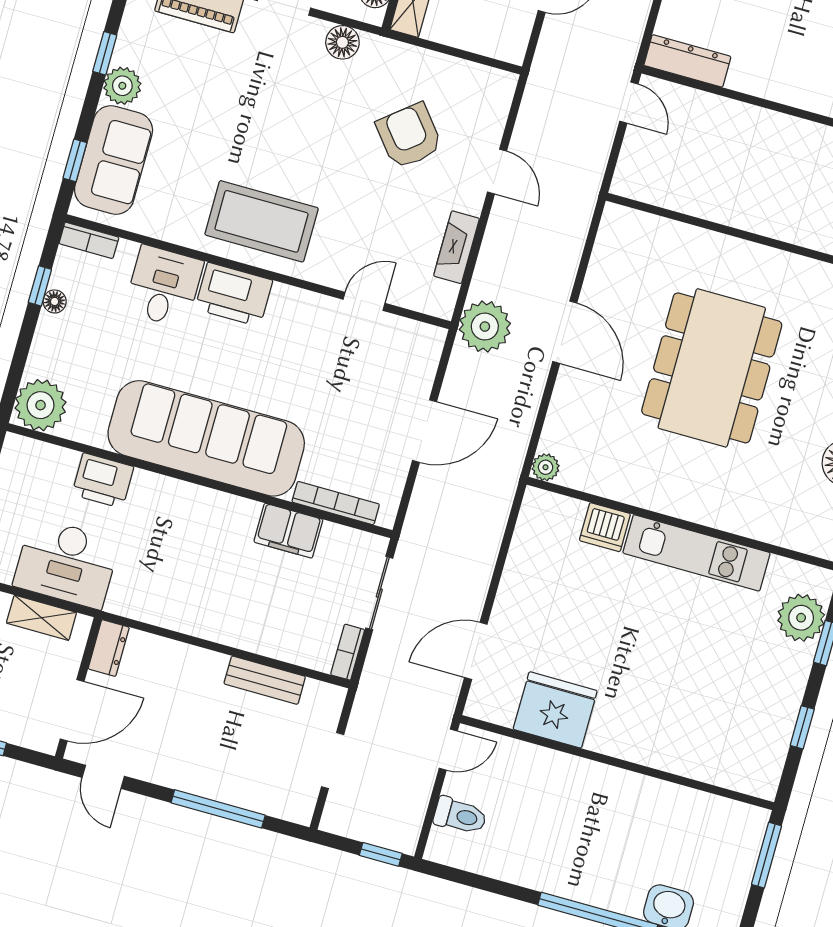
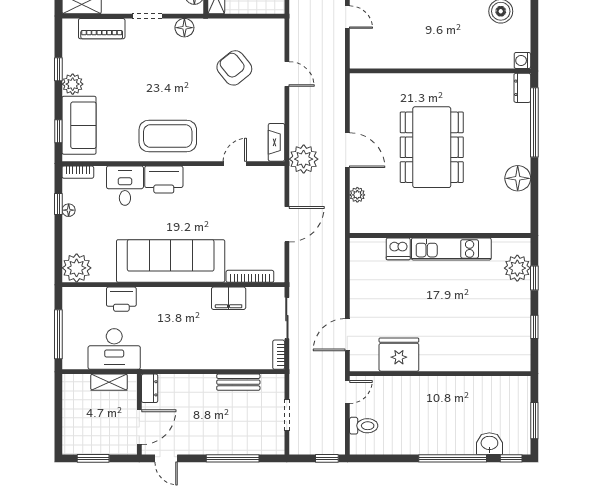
fireplace: (457, 247) -> (276, 142), moved
plant: (546, 467) -> (357, 195), moved
window: (767, 855) -> (534, 421), moved

